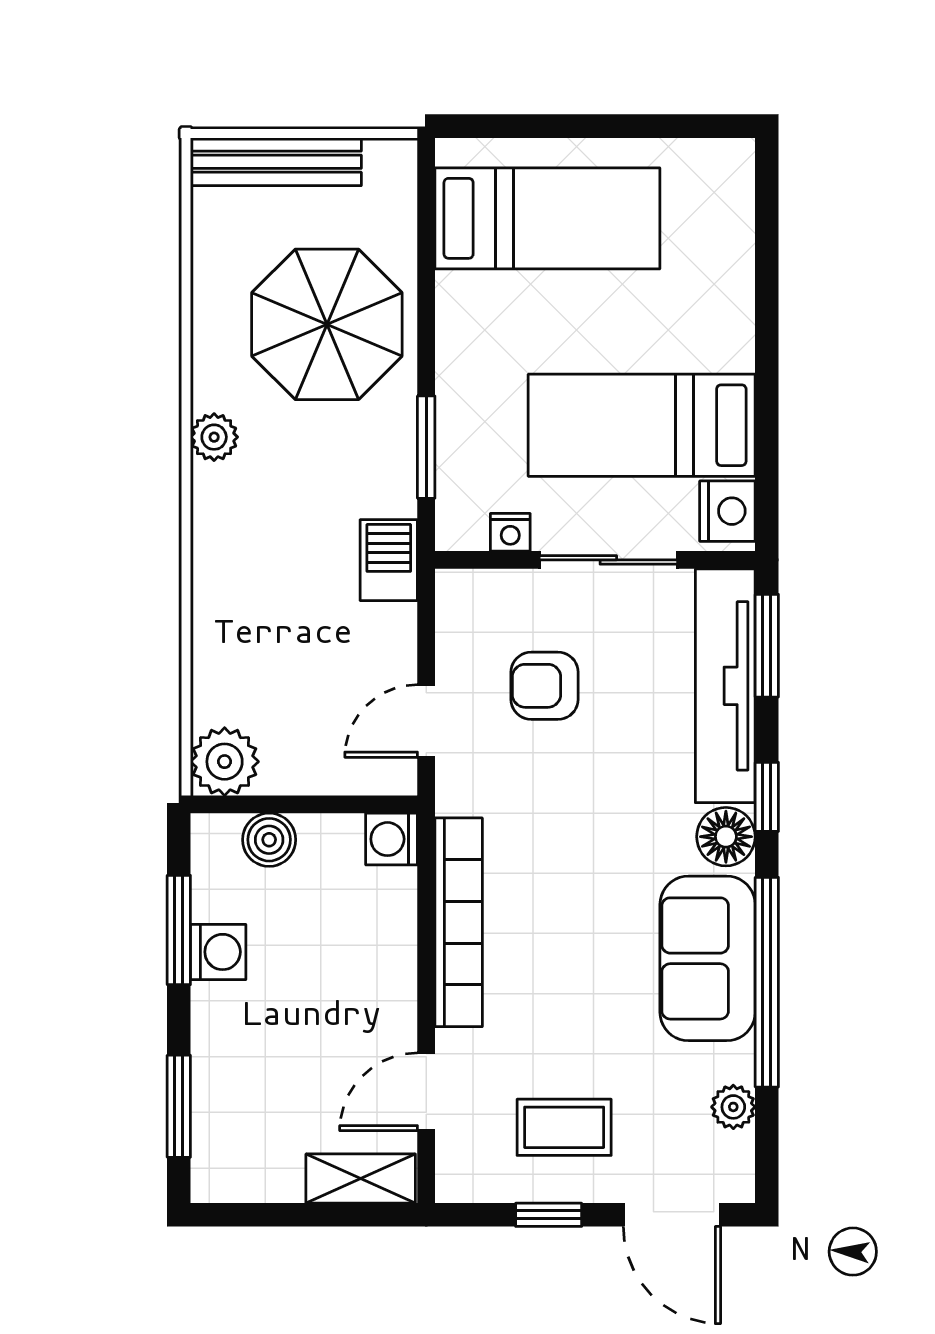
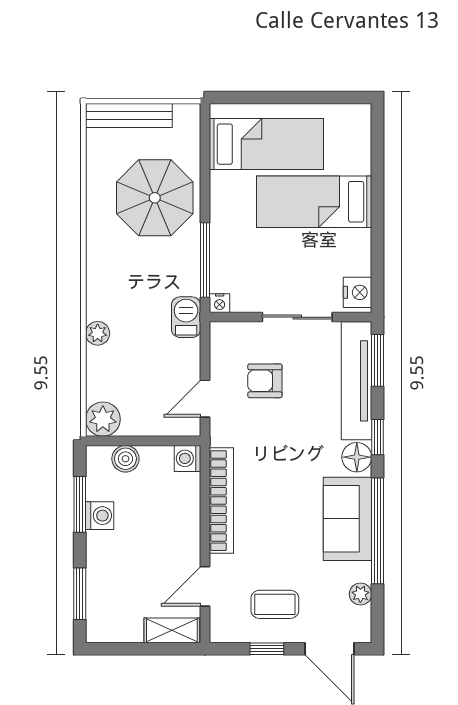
bed: (642, 425) -> (314, 202), moved
plant: (214, 437) -> (98, 333), moved
window: (426, 447) -> (205, 260), width x1.44
nightstand: (510, 532) -> (220, 303), moved

